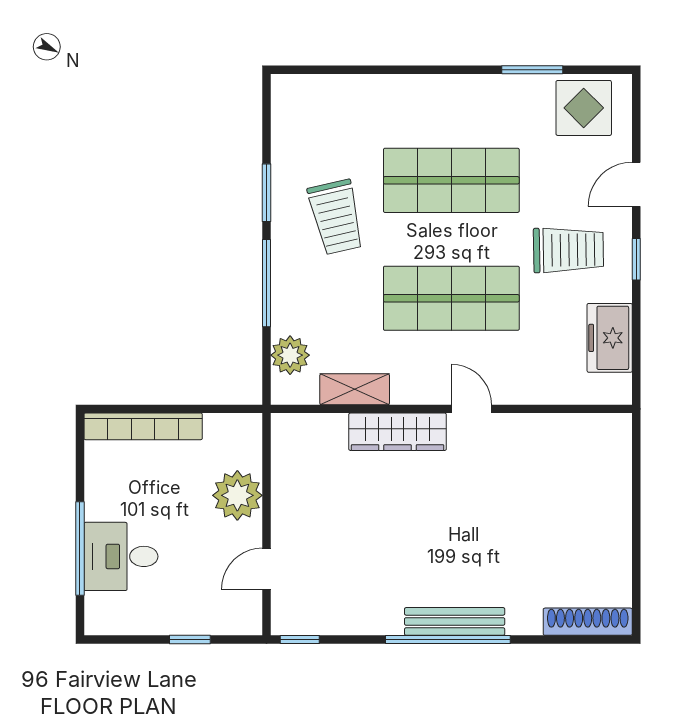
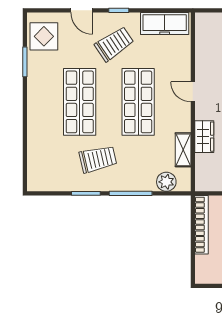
trolley: (568, 250) -> (114, 44), turned 57
freezer: (610, 338) -> (165, 23), width x1.40
door: (471, 409) -> (193, 92), hinge flipped
bookcase: (143, 426) -> (202, 225), moved
wardrobe: (398, 432) -> (204, 137), width x0.67

